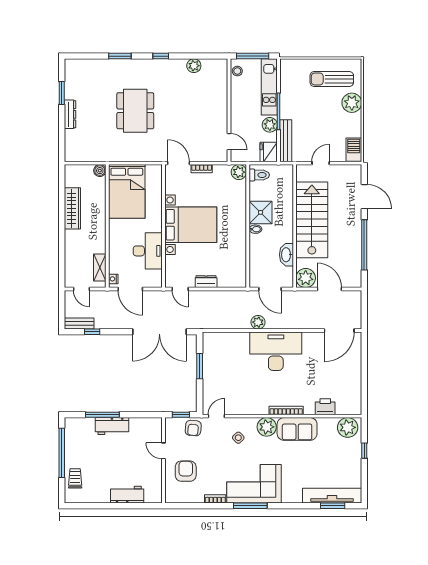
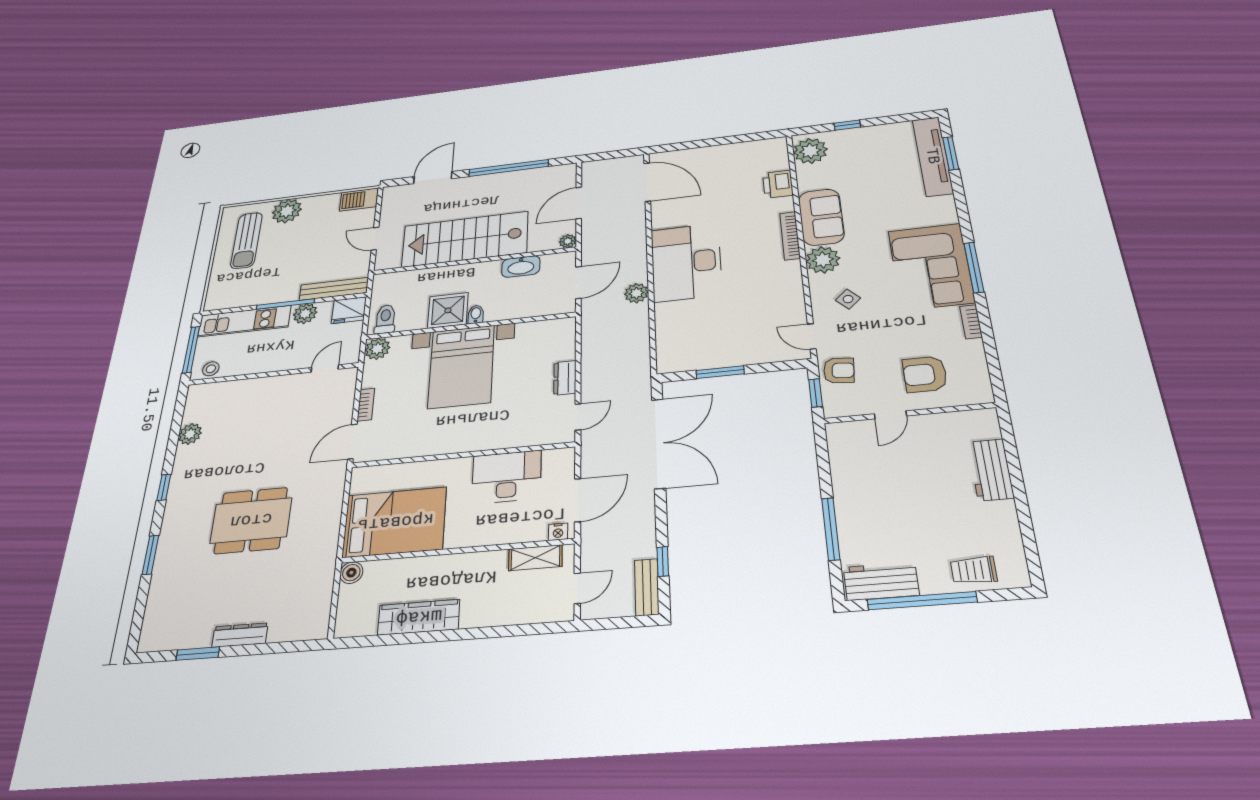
bed with nightstands: (191, 225) -> (461, 367), moved, turned 180
plant: (306, 278) -> (568, 241), width x0.53, depth x0.53
workbench: (112, 426) -> (881, 581), moved, turned -90

